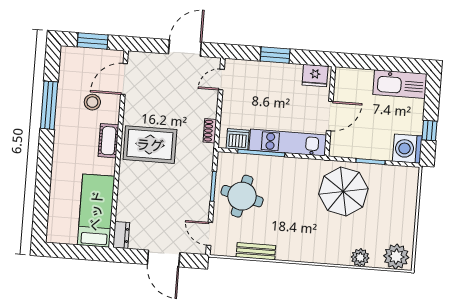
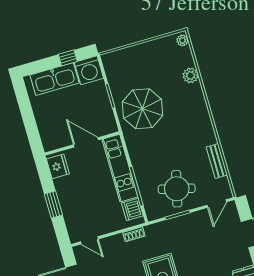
kitchen sink: (400, 84) -> (54, 79), moved, turned 90
plant: (396, 257) -> (182, 40), width x0.53, depth x0.53

